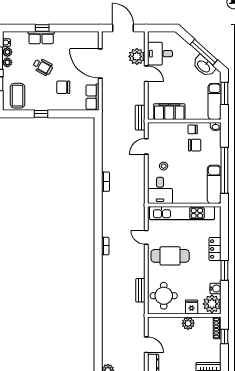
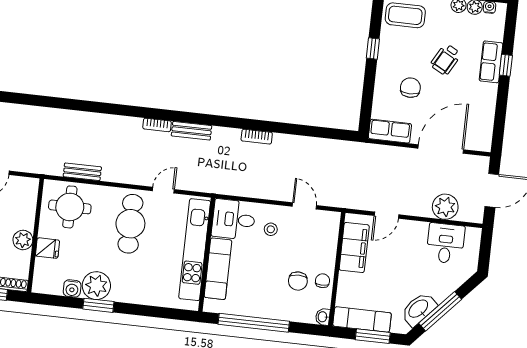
door: (146, 74) -> (386, 215), moved
bench: (140, 118) -> (191, 131), moved
exam couch: (214, 184) -> (218, 269), moved, turned 90
locker: (215, 249) -> (133, 295), removed
plant: (212, 304) -> (96, 286), moved

